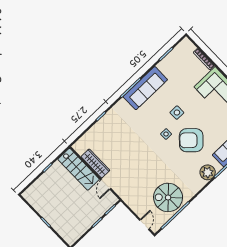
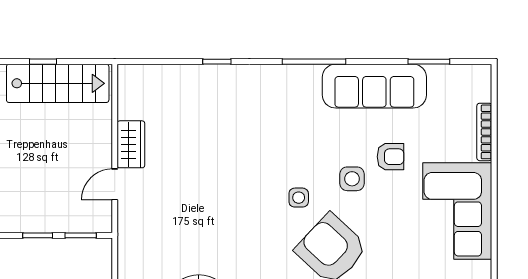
sofa: (145, 88) -> (374, 86), moved
armchair: (182, 94) -> (390, 157), added
wardrobe: (95, 163) -> (131, 144), width x0.67
stairs: (79, 169) -> (58, 83), moved, turned -90

